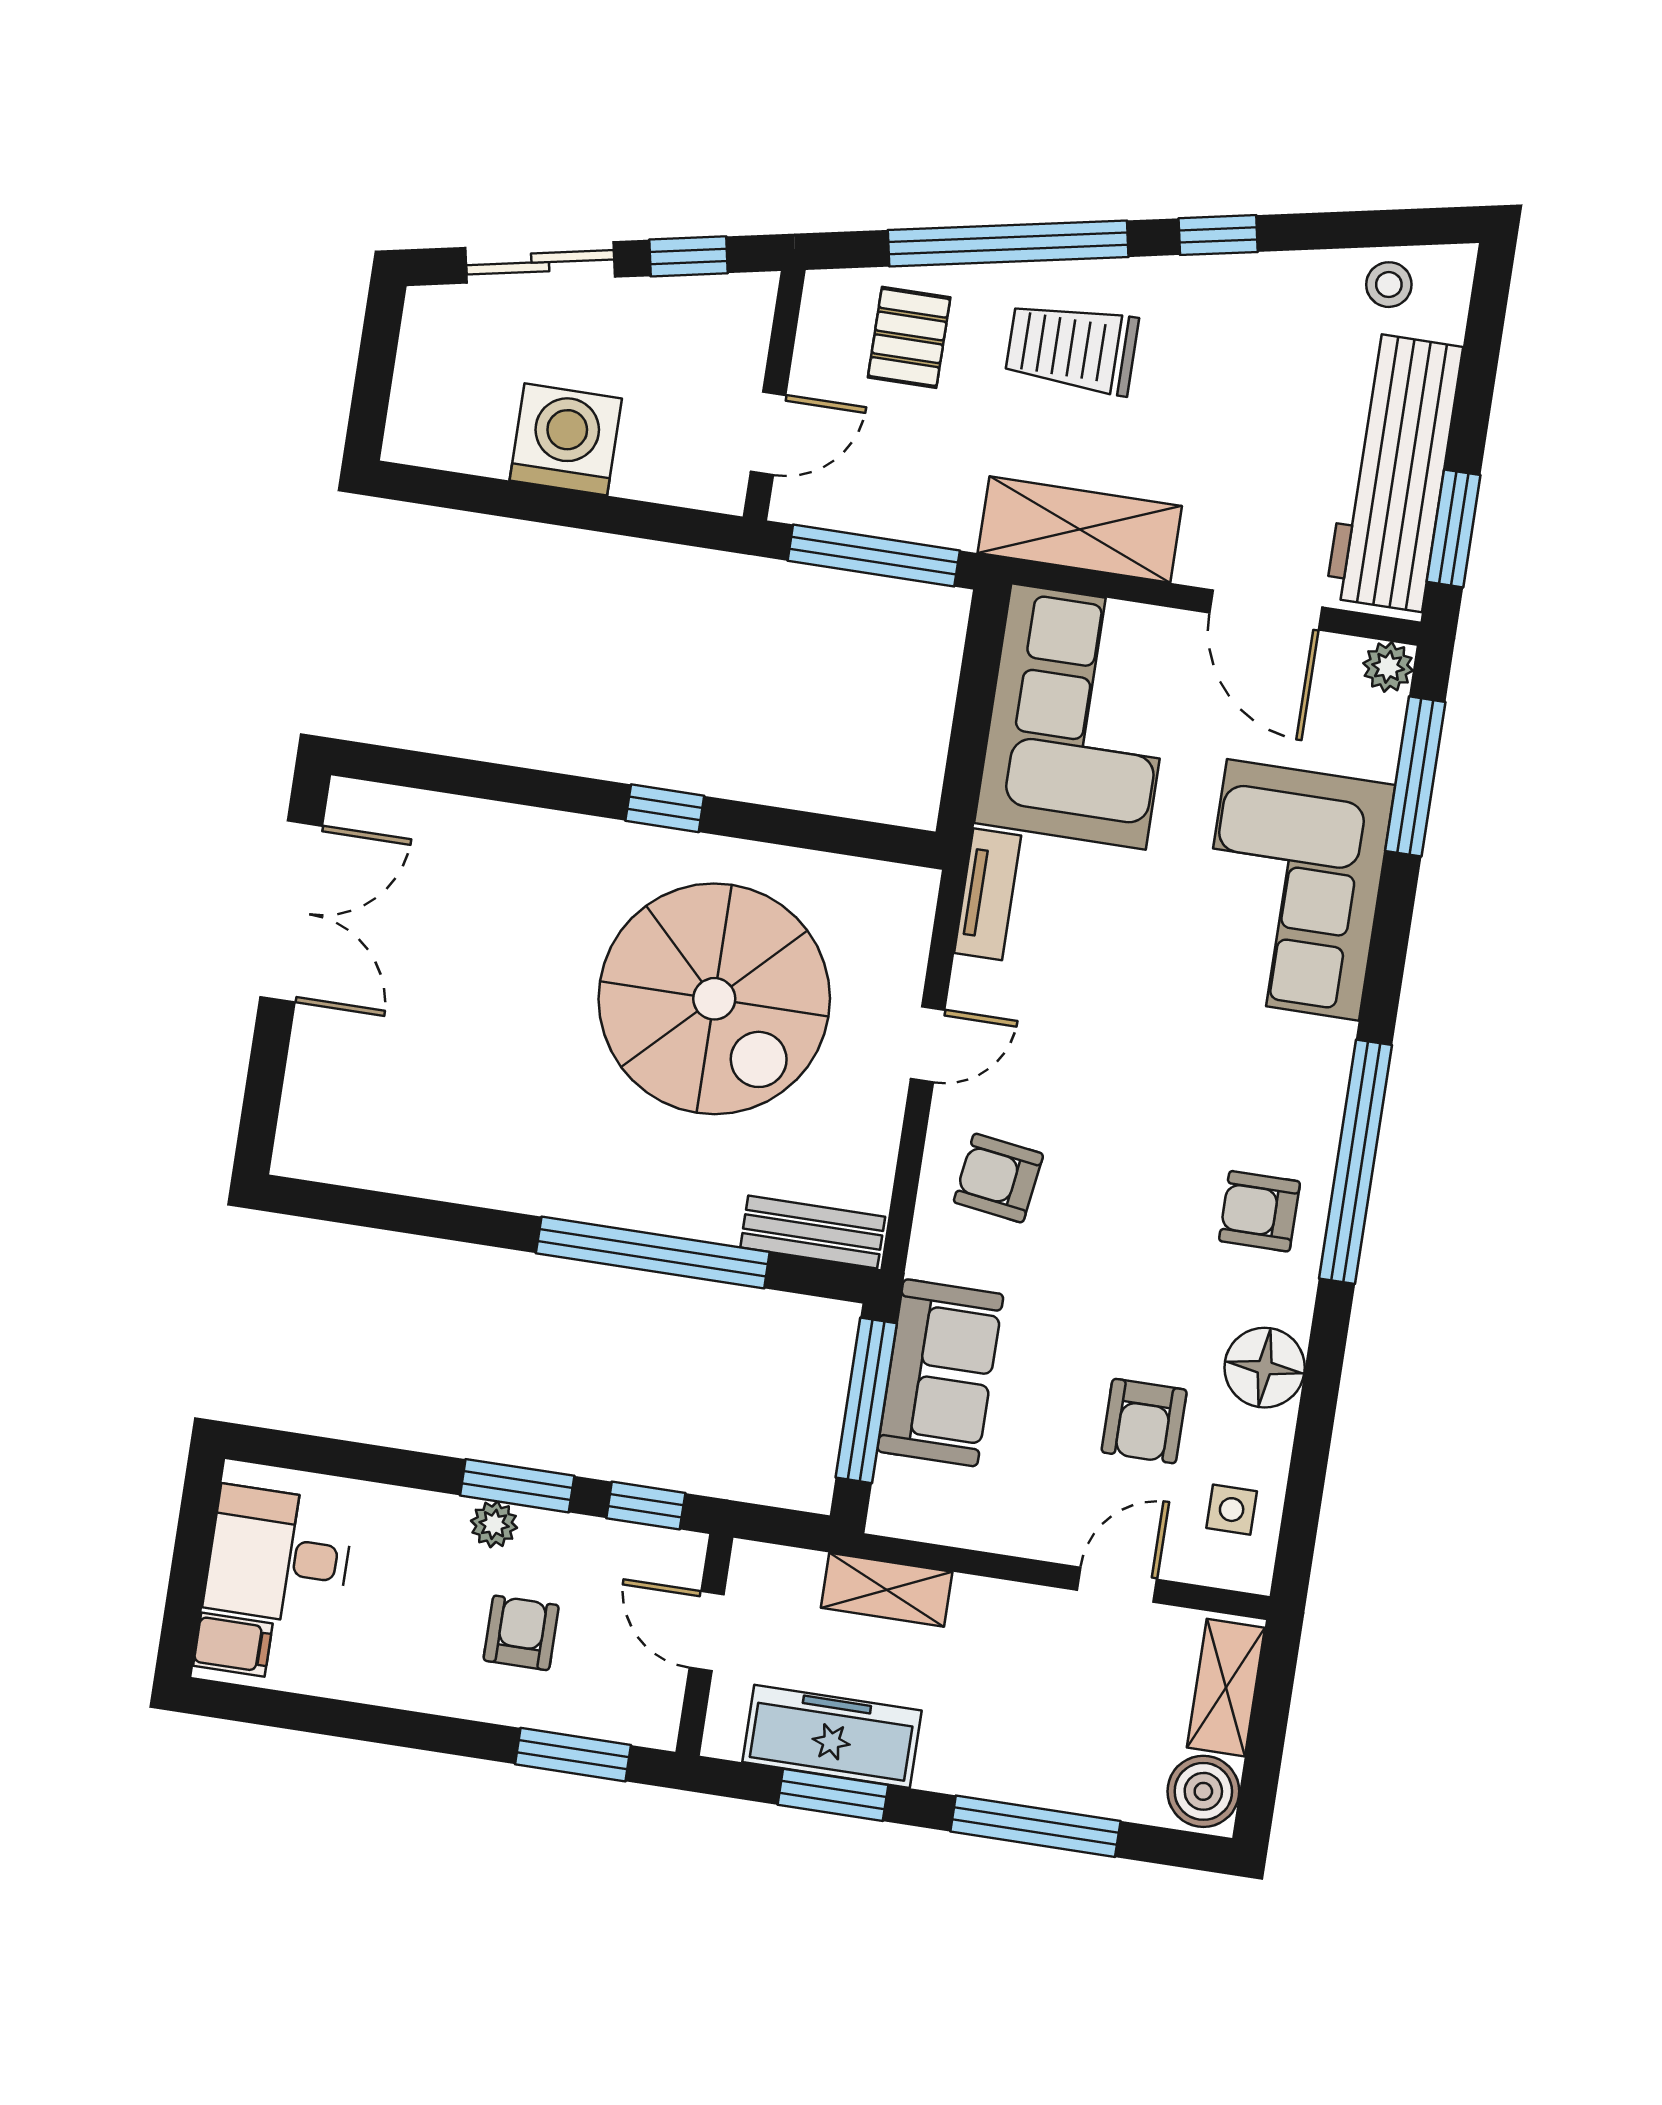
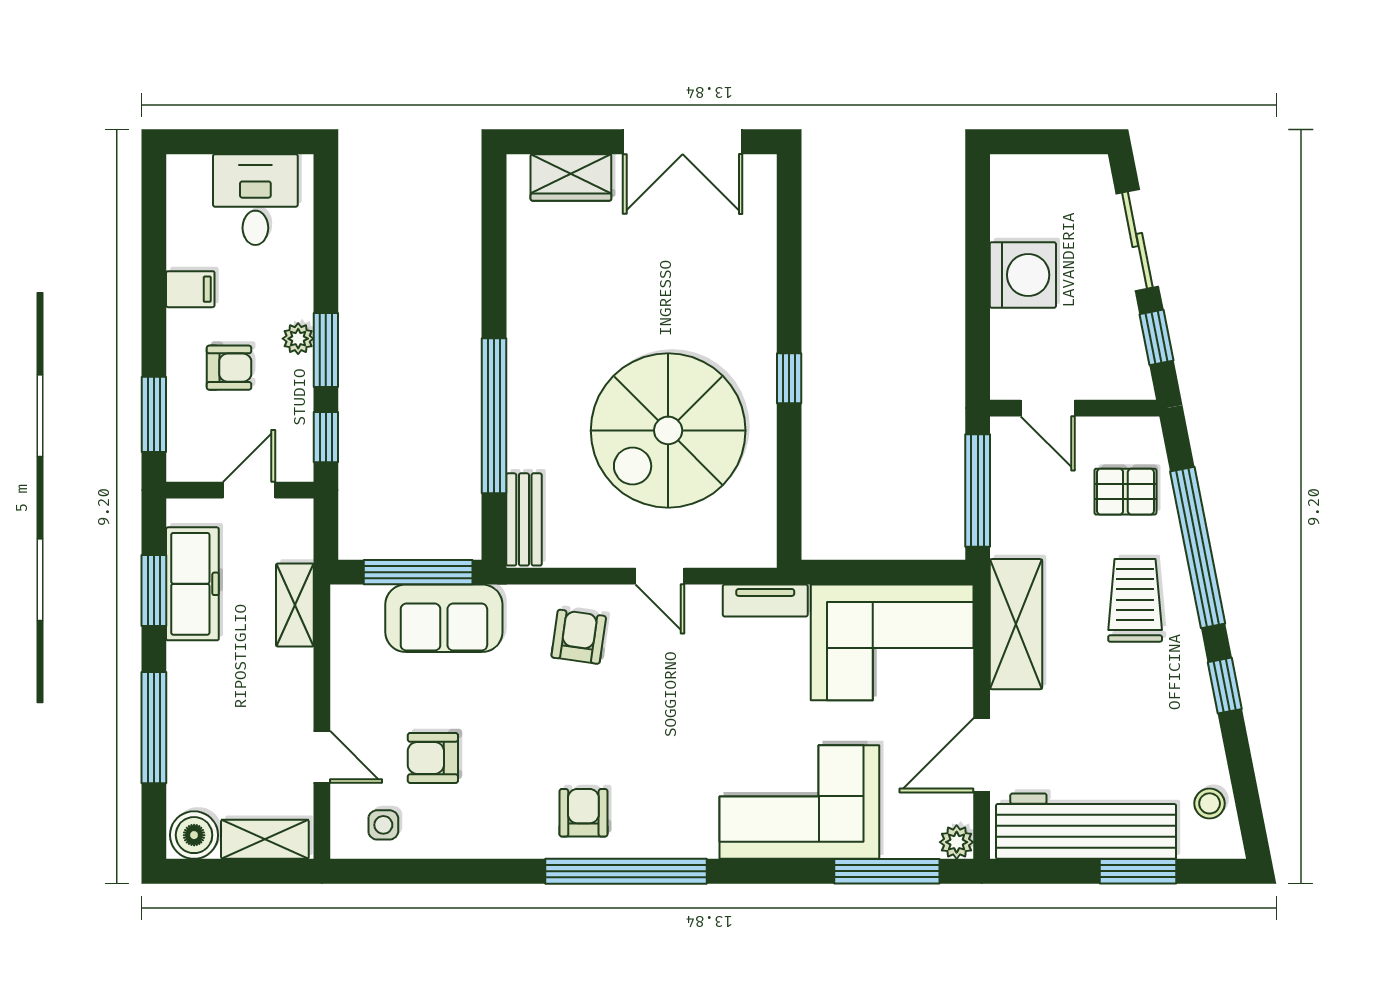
window: (1454, 528) -> (1138, 871), moved
wardrobe: (318, 1084) -> (571, 177), added
floor lamp: (1265, 1368) -> (481, 832), removed
filing cabinet: (233, 1645) -> (190, 289), moved, turned -90

